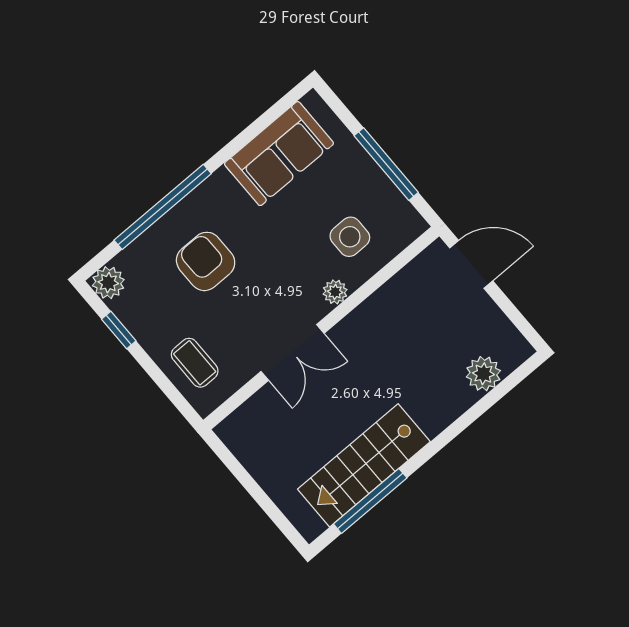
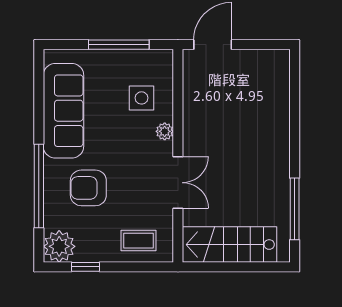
sofa: (279, 154) -> (63, 111), width x1.36
plant: (108, 283) -> (59, 246), width x1.36, depth x1.36
plant: (483, 374) -> (278, 88), removed
stairs: (364, 465) -> (230, 245), moved, turned 90

